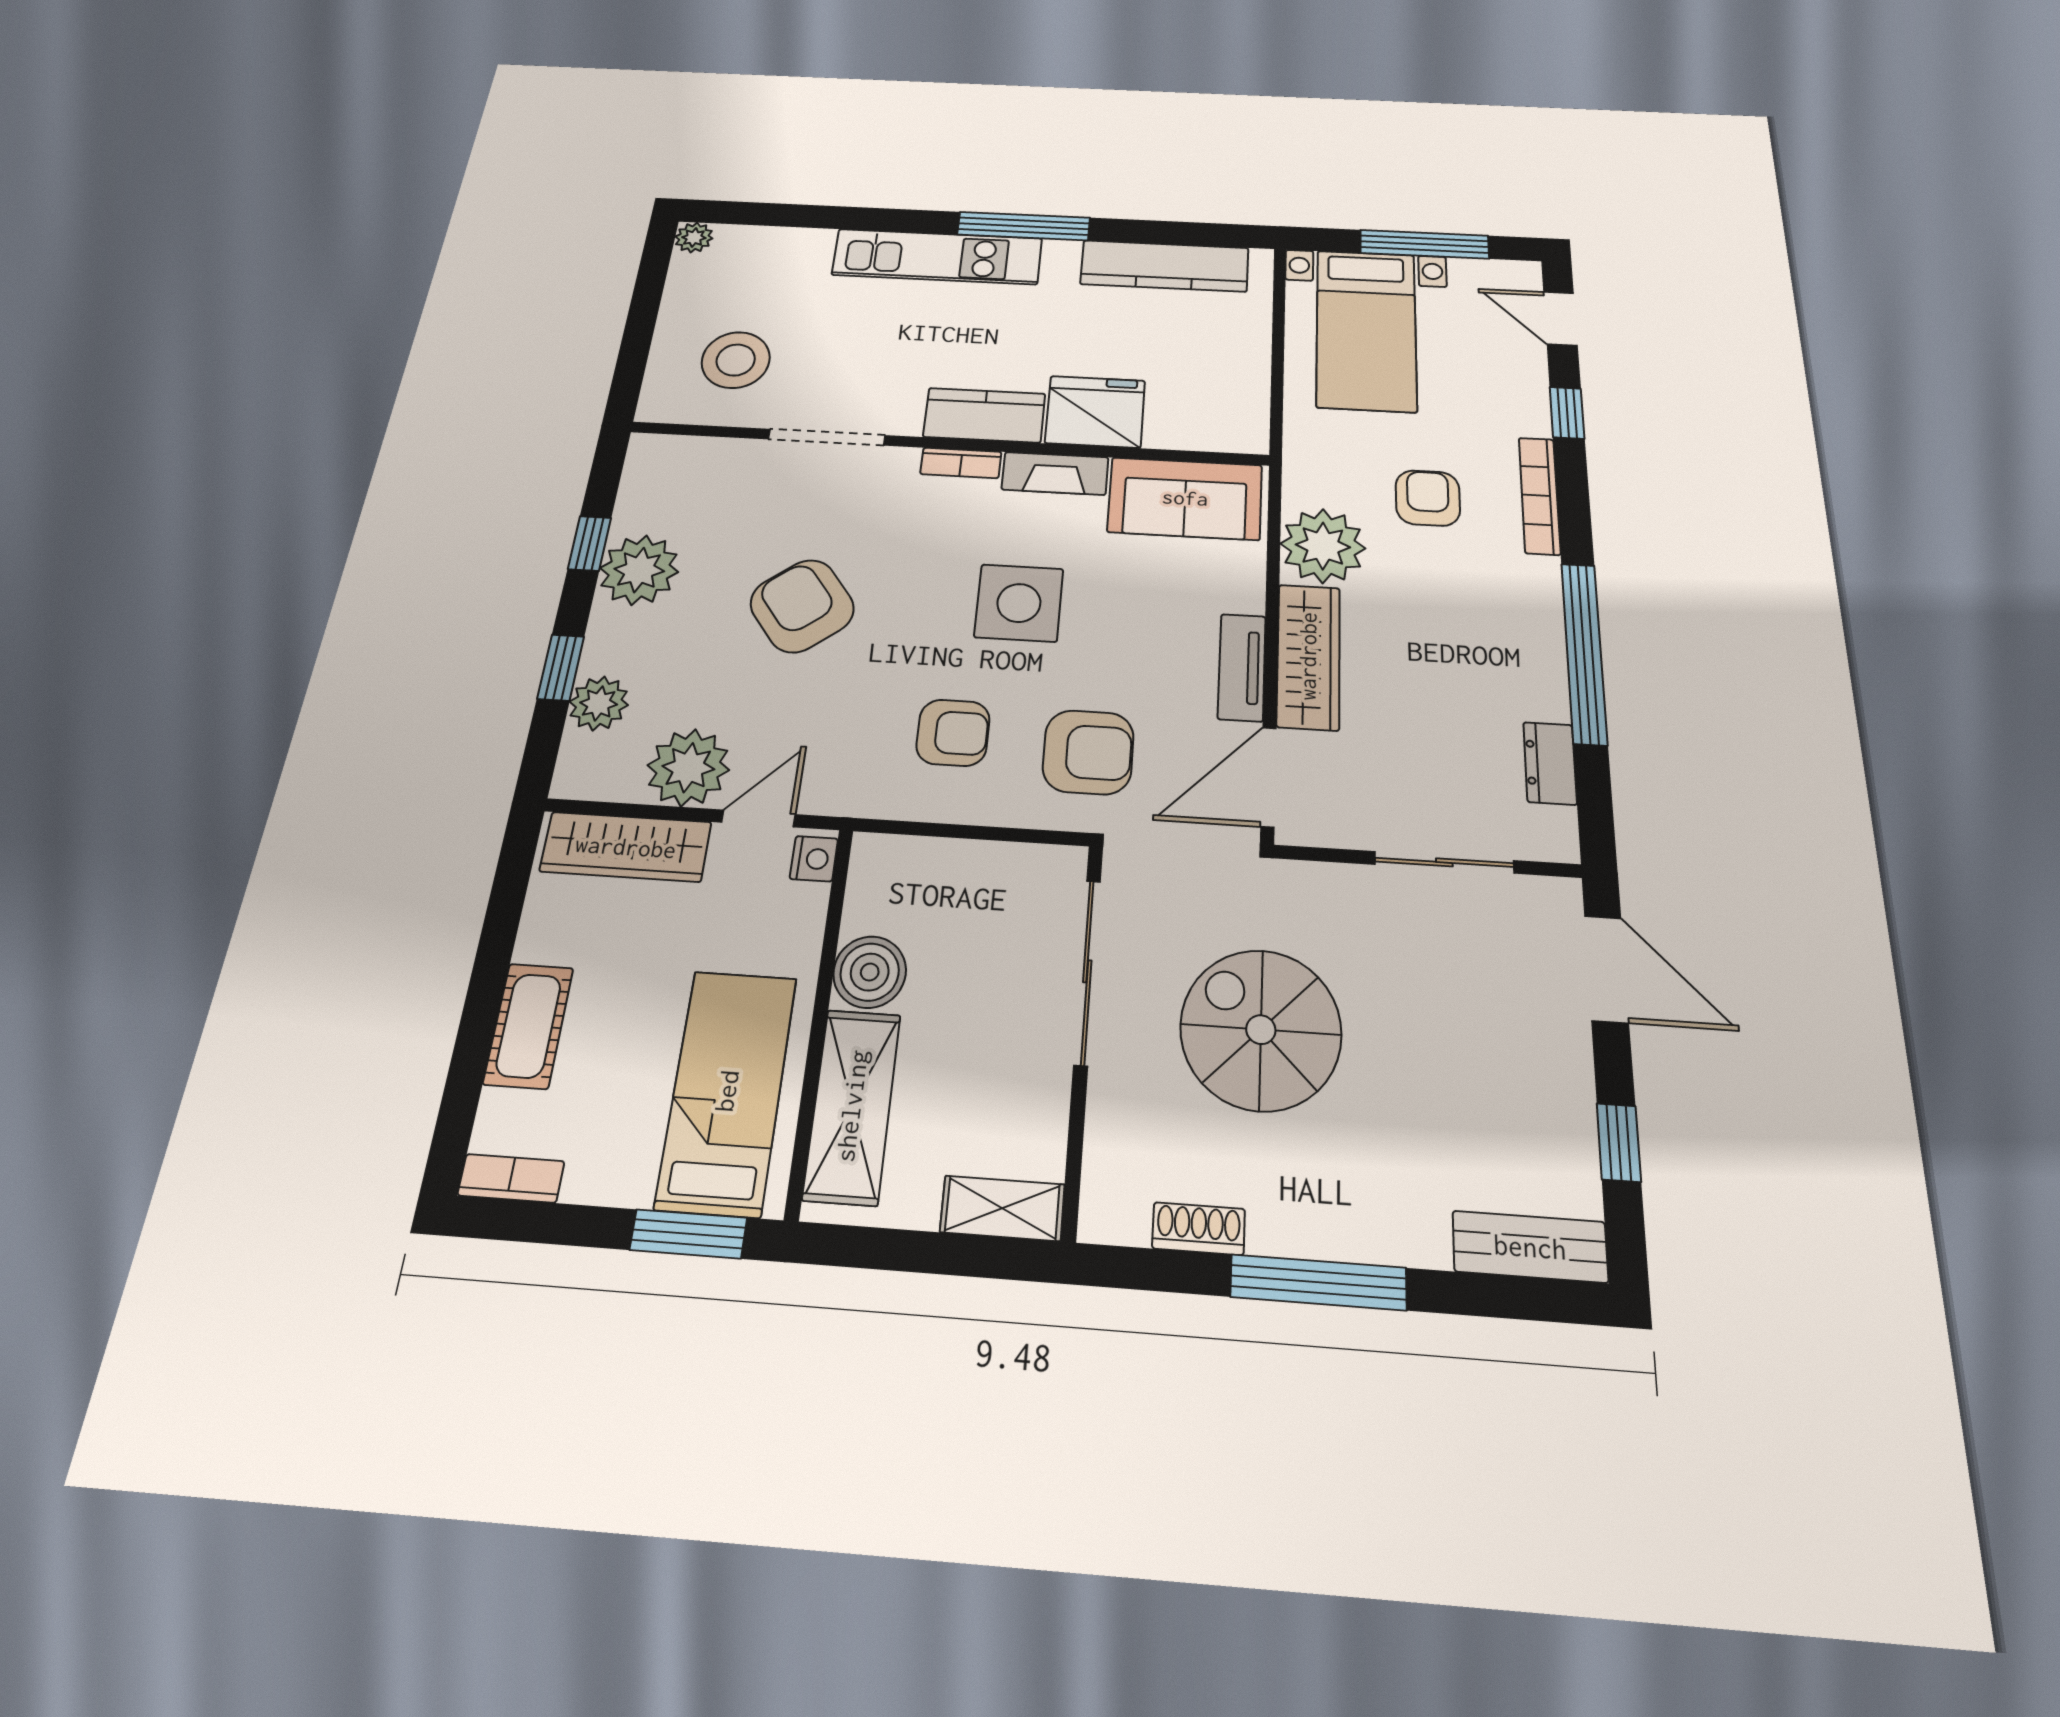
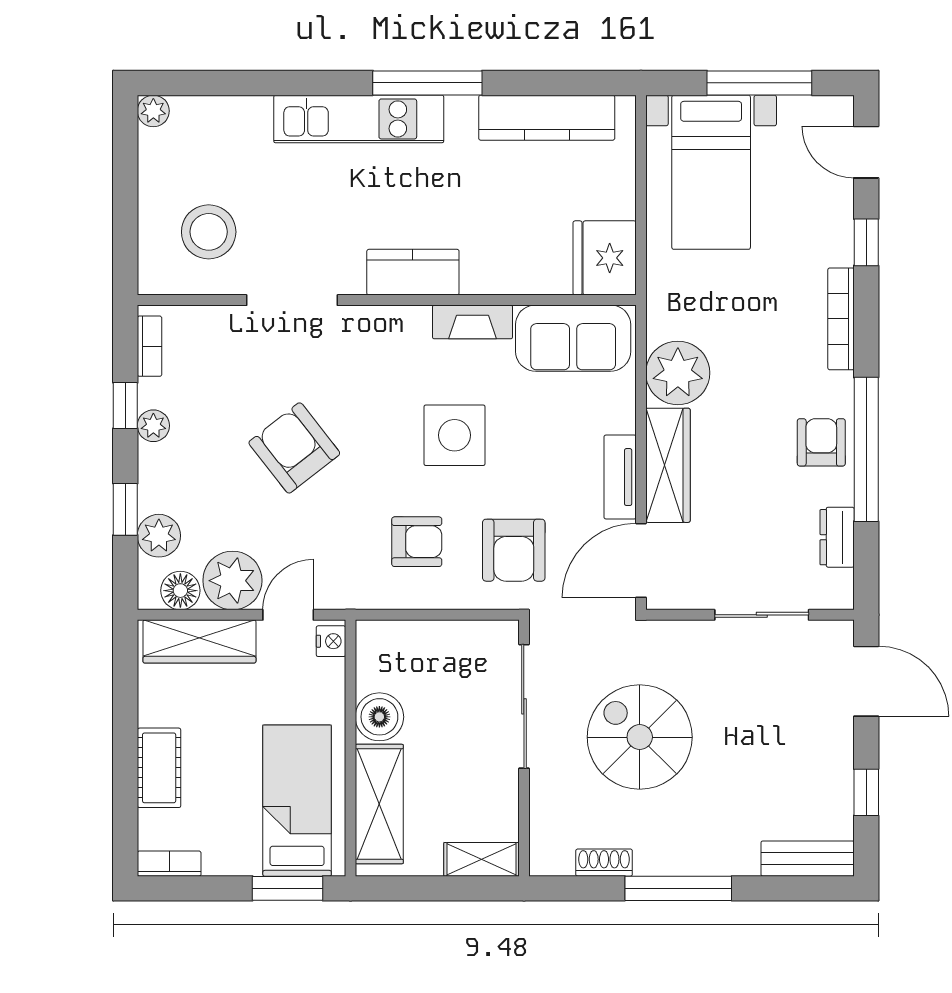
fridge: (1095, 412) -> (605, 258), moved, turned -90
bookcase: (961, 463) -> (150, 346), moved, turned -90
armchair: (1428, 498) -> (821, 442), moved
plant: (639, 570) -> (153, 426), width x0.53, depth x0.53
armchair: (1088, 752) -> (514, 550), turned 90
floor lamp: (613, 776) -> (180, 591), added

